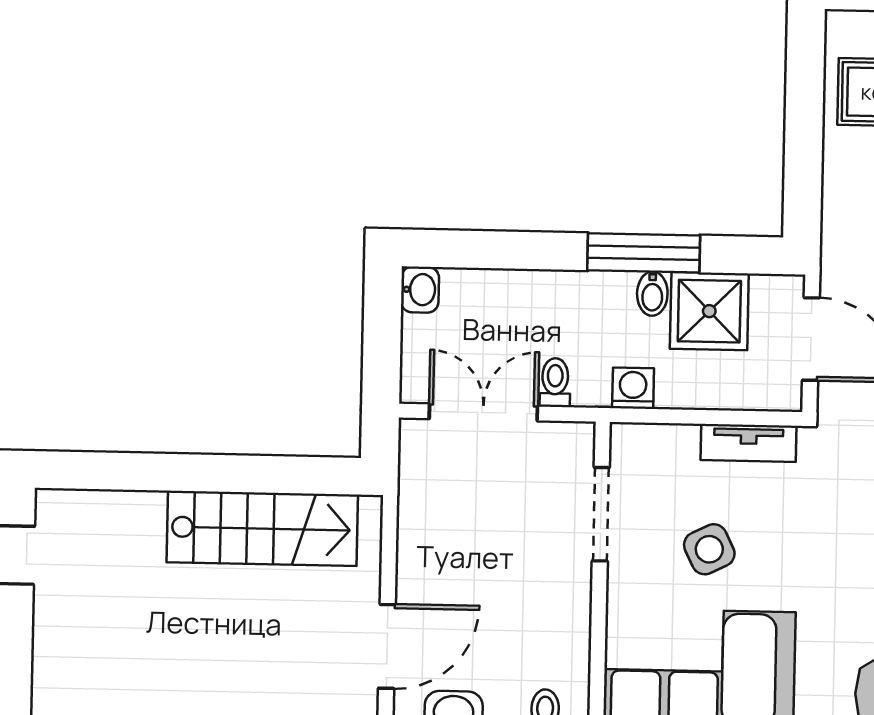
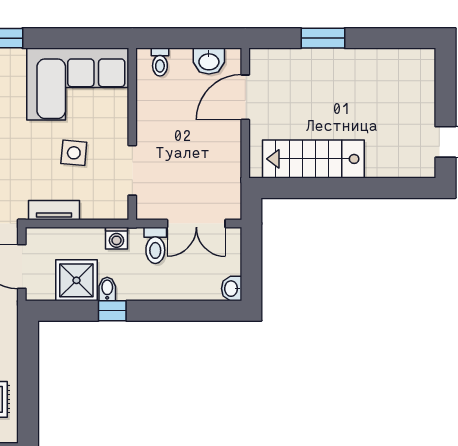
window: (644, 253) -> (112, 311), width x0.46
toilet: (555, 383) -> (155, 245), width x1.37, depth x1.39
side table: (709, 549) -> (74, 153), turned 31

